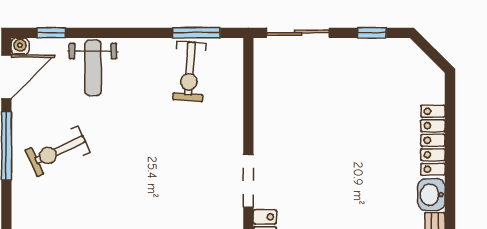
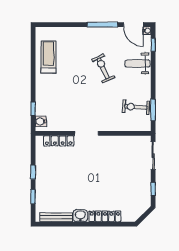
exercise bike: (58, 151) -> (103, 68), moved

